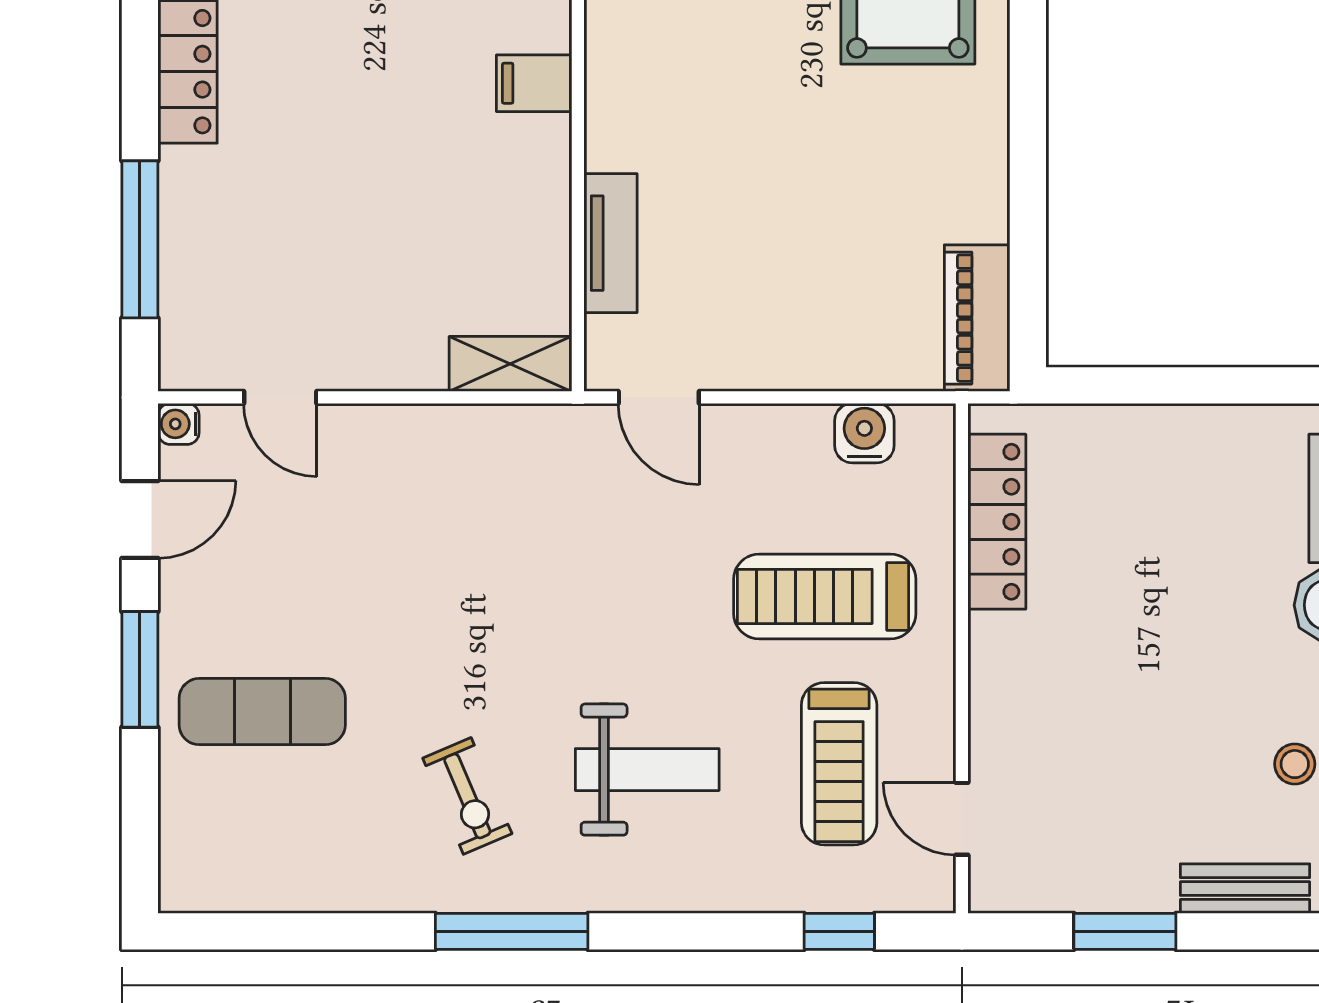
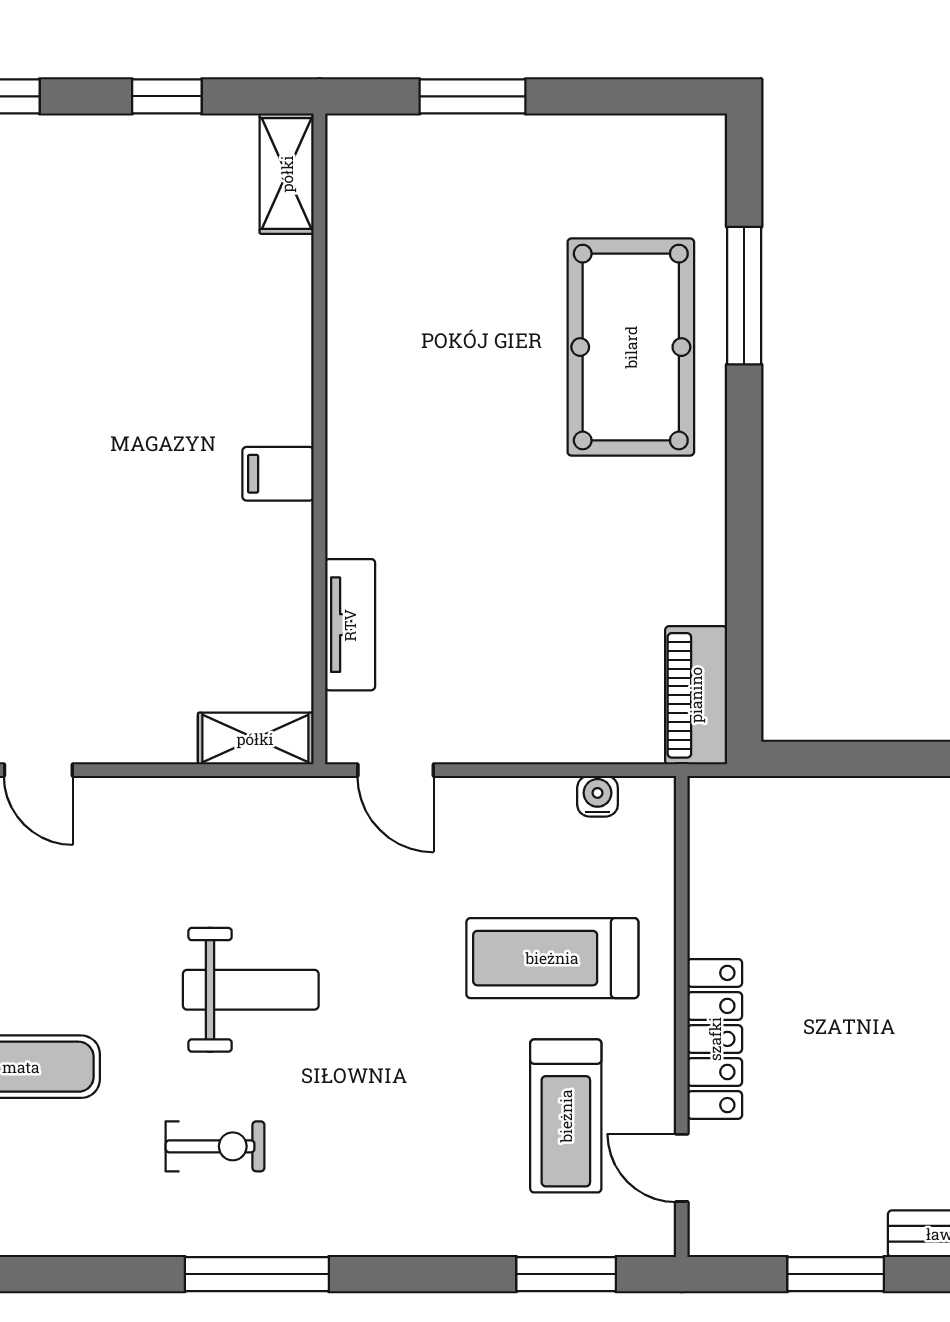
water cooler: (864, 433) -> (598, 796), width x0.72, depth x0.72
locker: (997, 522) -> (715, 1039), moved
weight bench: (647, 770) -> (251, 990), moved
exercise bike: (467, 796) -> (215, 1146), turned -67
window: (839, 931) -> (566, 1274), width x1.50

